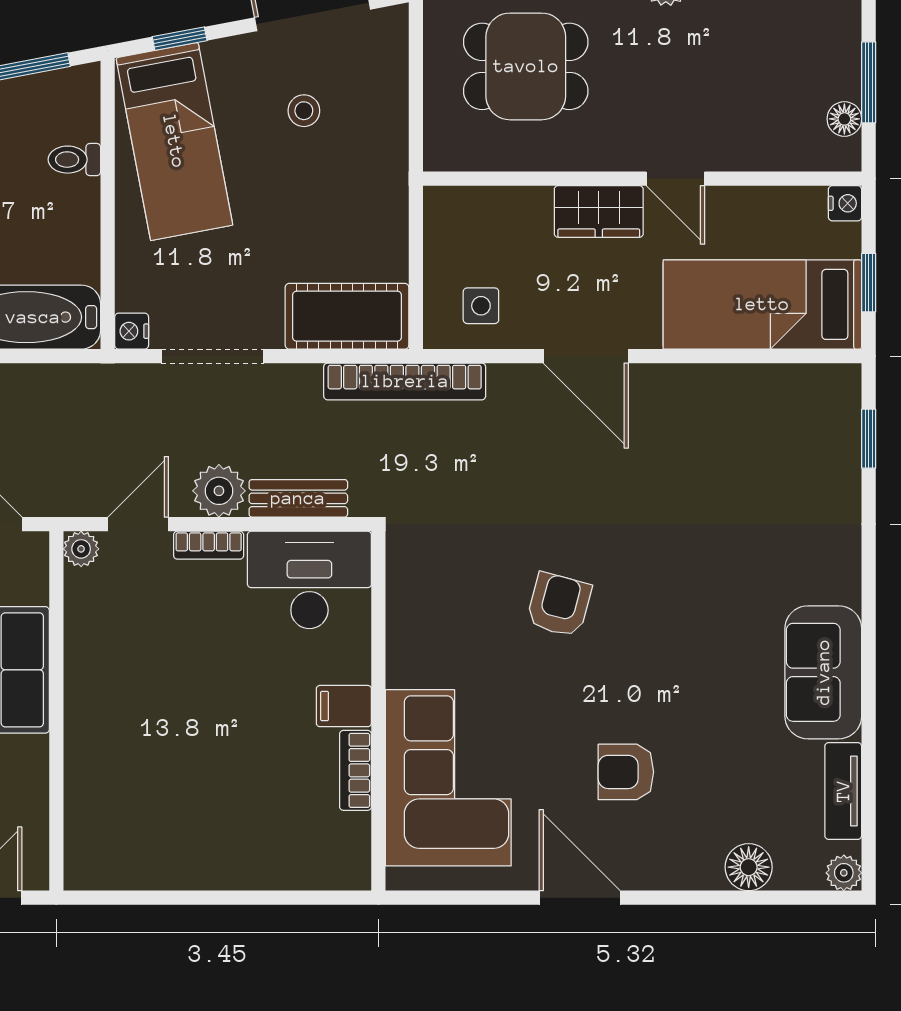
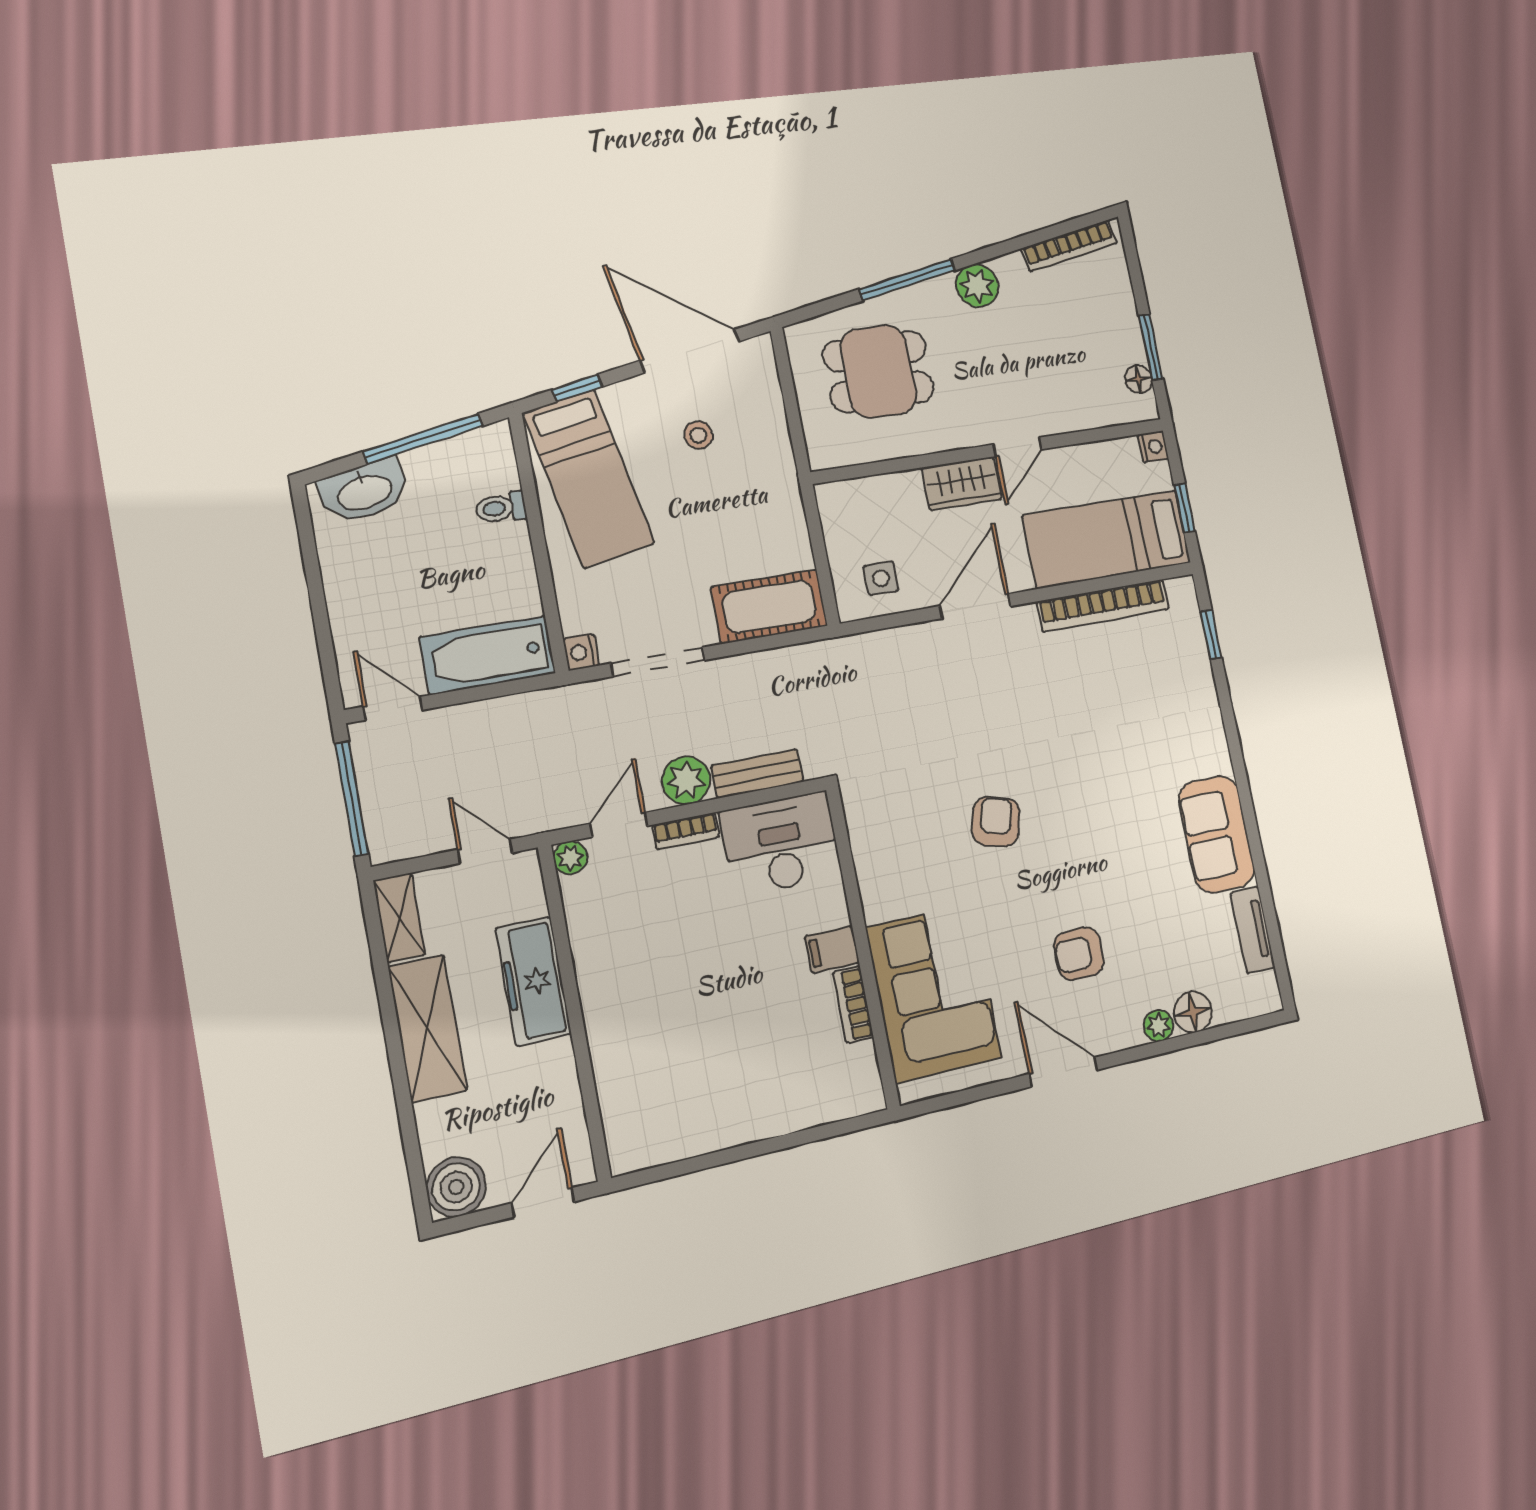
door: (675, 179) -> (1018, 447), hinge flipped
door: (586, 356) -> (975, 606), swing flipped
bookcase: (405, 381) -> (1103, 605), moved
plant: (844, 873) -> (1158, 1026), moved

